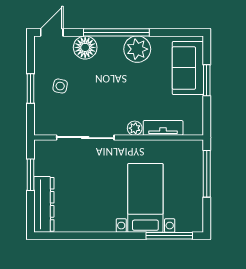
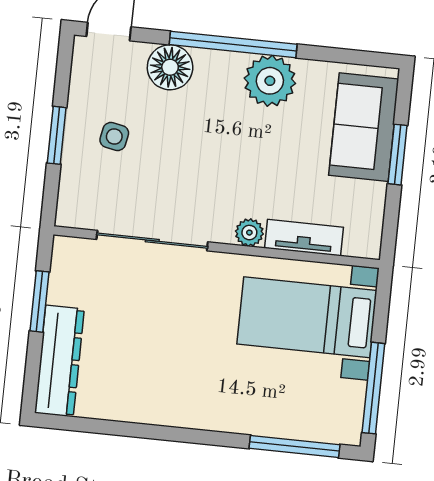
window: (207, 174) -> (373, 388), moved
bed with nightstands: (145, 198) -> (307, 317), moved, turned -90

